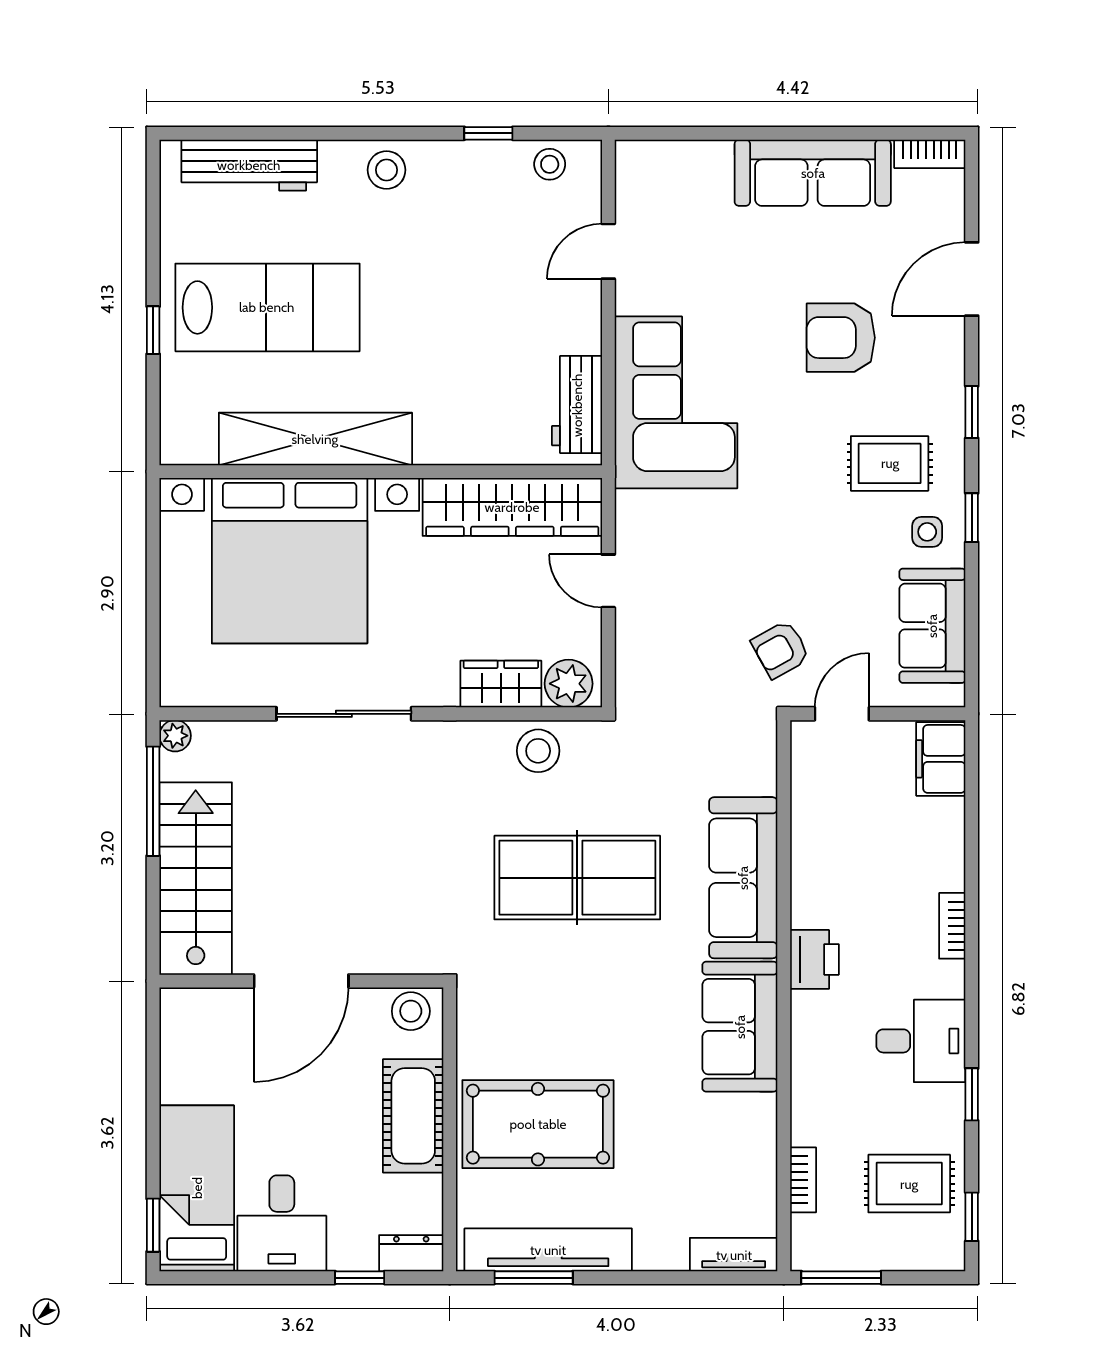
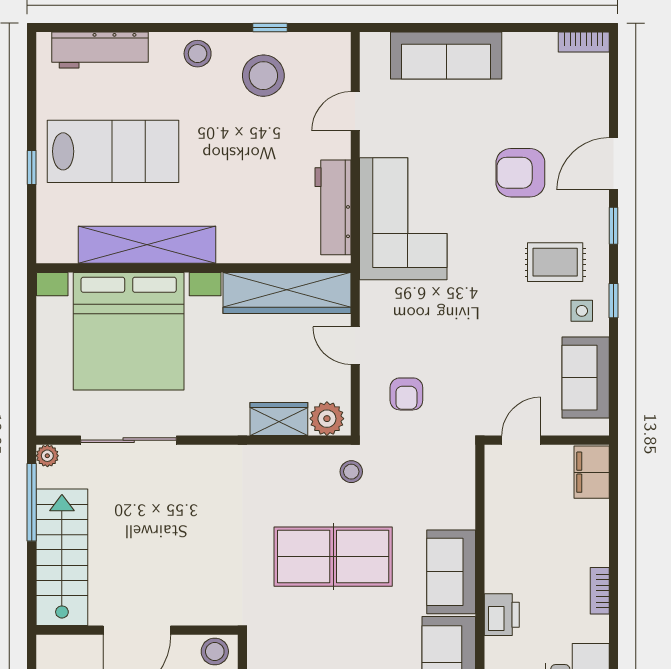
stool: (550, 164) -> (263, 76), moved, width x1.89, depth x1.89
sofa: (813, 173) -> (446, 56), moved
door: (972, 279) -> (613, 164), moved
workbench: (577, 405) -> (333, 207), width x1.38
armchair: (781, 649) -> (406, 394), moved, turned -61
sliding door: (344, 714) -> (129, 440), moved
stool: (538, 751) -> (351, 472), moved, width x0.73, depth x0.73
sofa: (743, 878) -> (451, 572), width x0.73

